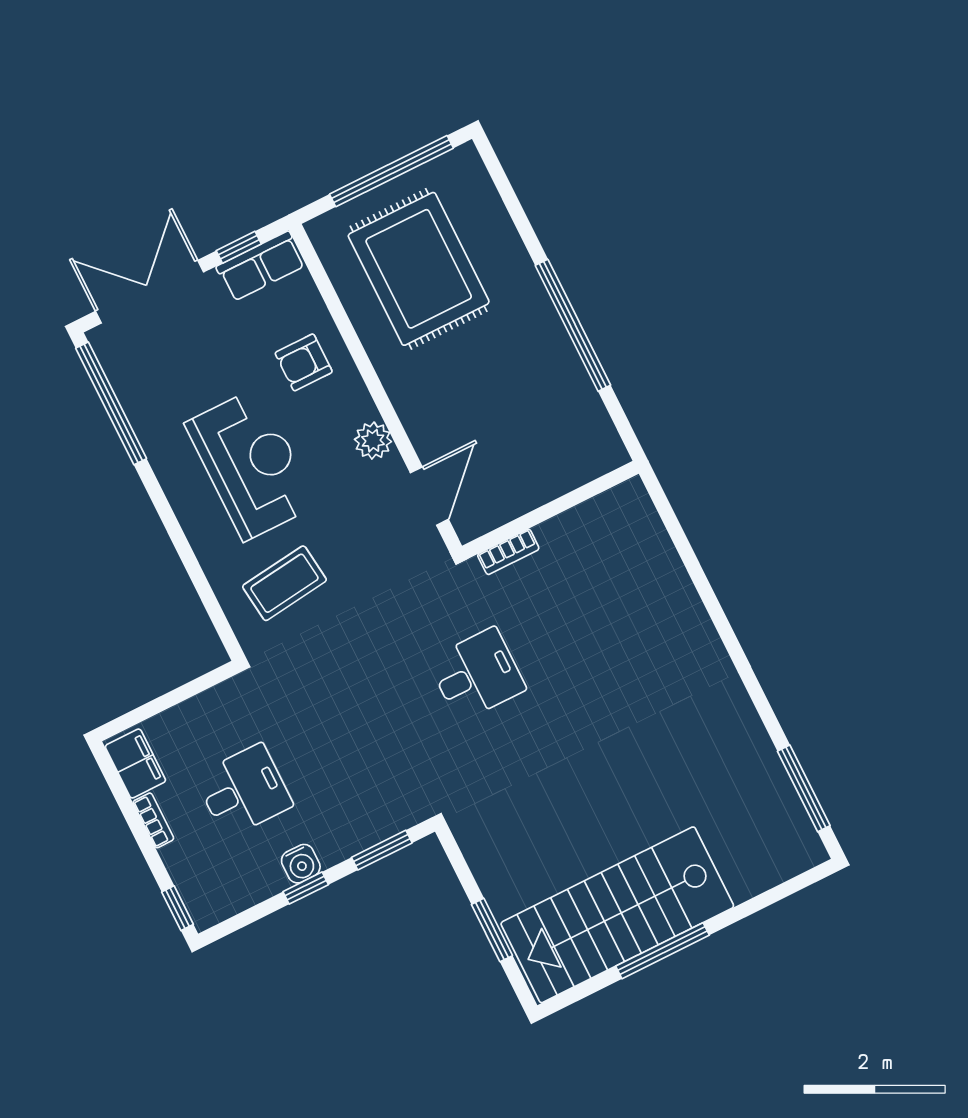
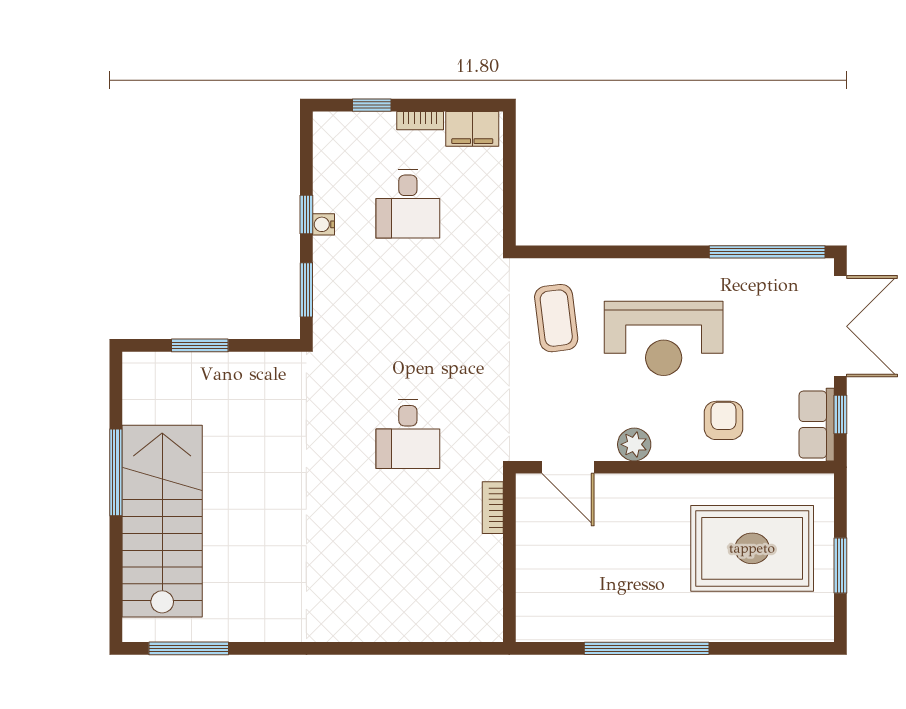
window: (391, 171) -> (840, 566), width x0.47
water cooler: (301, 864) -> (323, 224), width x0.72, depth x0.72
window: (177, 908) -> (372, 105), moved
stairs: (617, 915) -> (162, 521), moved

